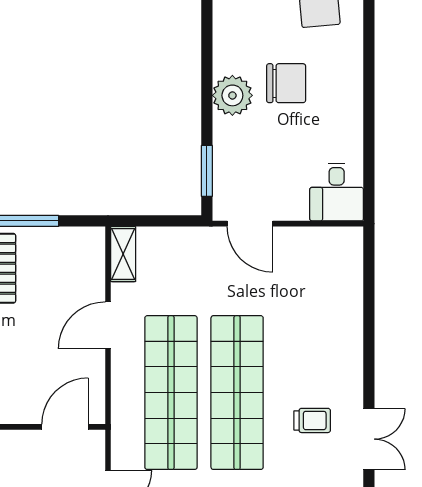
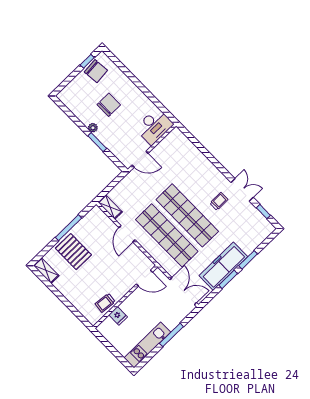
plant: (232, 95) -> (93, 128), width x0.53, depth x0.53
window: (207, 171) -> (97, 142), moved
desk: (337, 192) -> (154, 126), width x1.37
door: (65, 427) -> (144, 278), swing flipped

